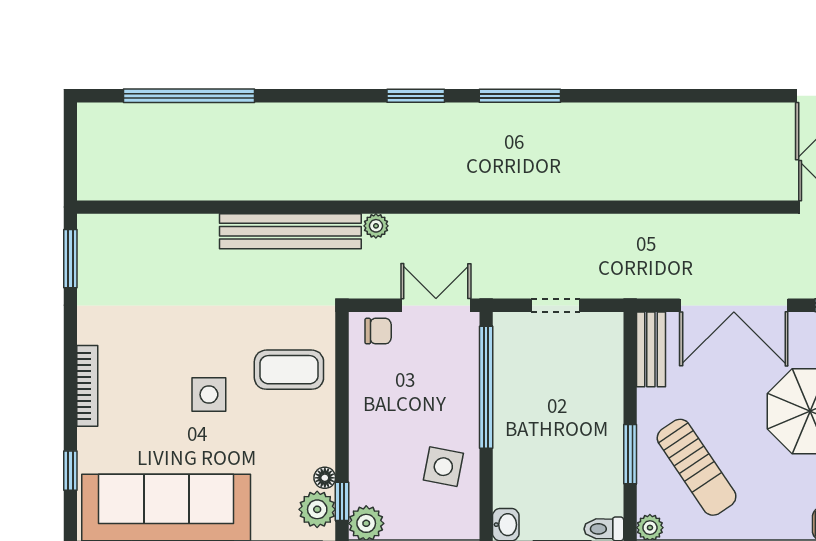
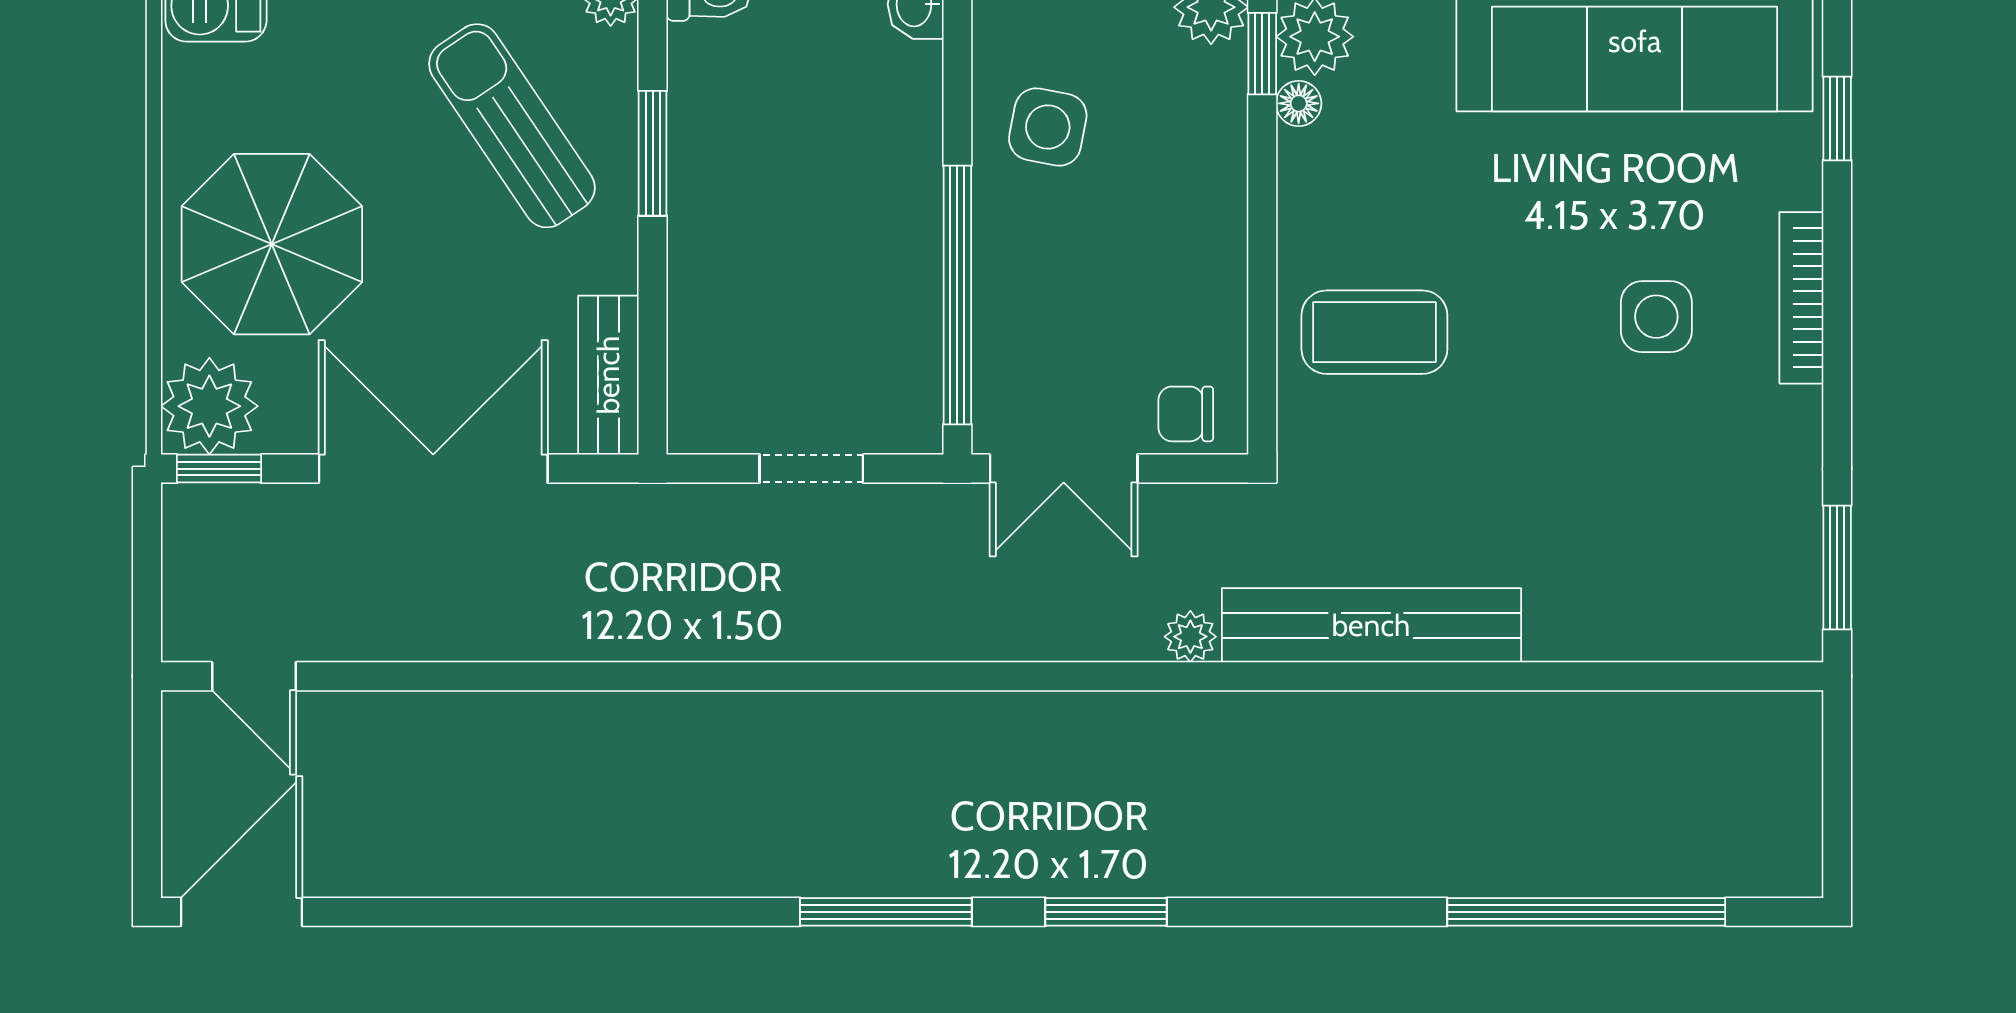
side table: (209, 395) -> (1656, 317), moved

